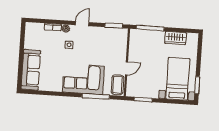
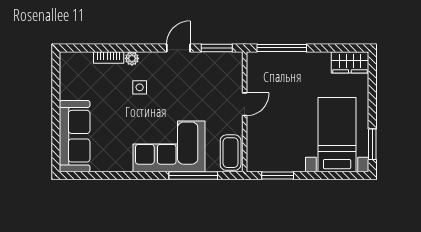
door: (82, 24) -> (178, 48), moved
wardrobe: (176, 38) -> (350, 62), moved
door: (126, 68) -> (245, 104), moved

